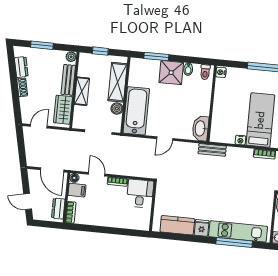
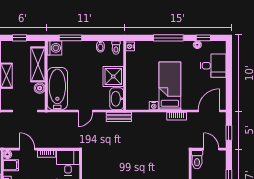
washing machine: (137, 66) -> (54, 48), added
shower: (171, 73) -> (113, 77), moved
bench: (212, 150) -> (119, 117), moved

